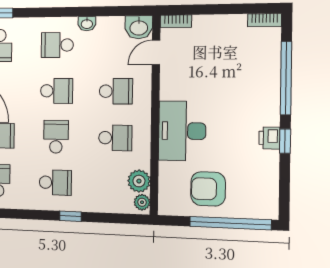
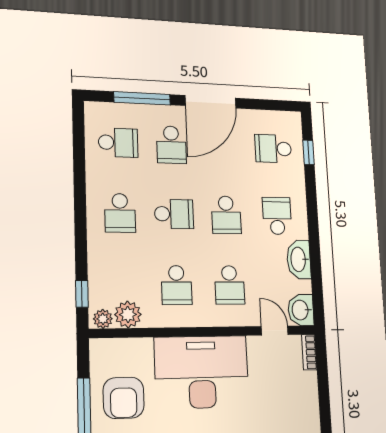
washbasin: (87, 24) -> (299, 259), width x1.91, depth x1.45
desk: (182, 131) -> (202, 372), width x1.36, depth x1.30
armchair: (208, 189) -> (124, 398), turned 180
window: (70, 216) -> (82, 294), moved

